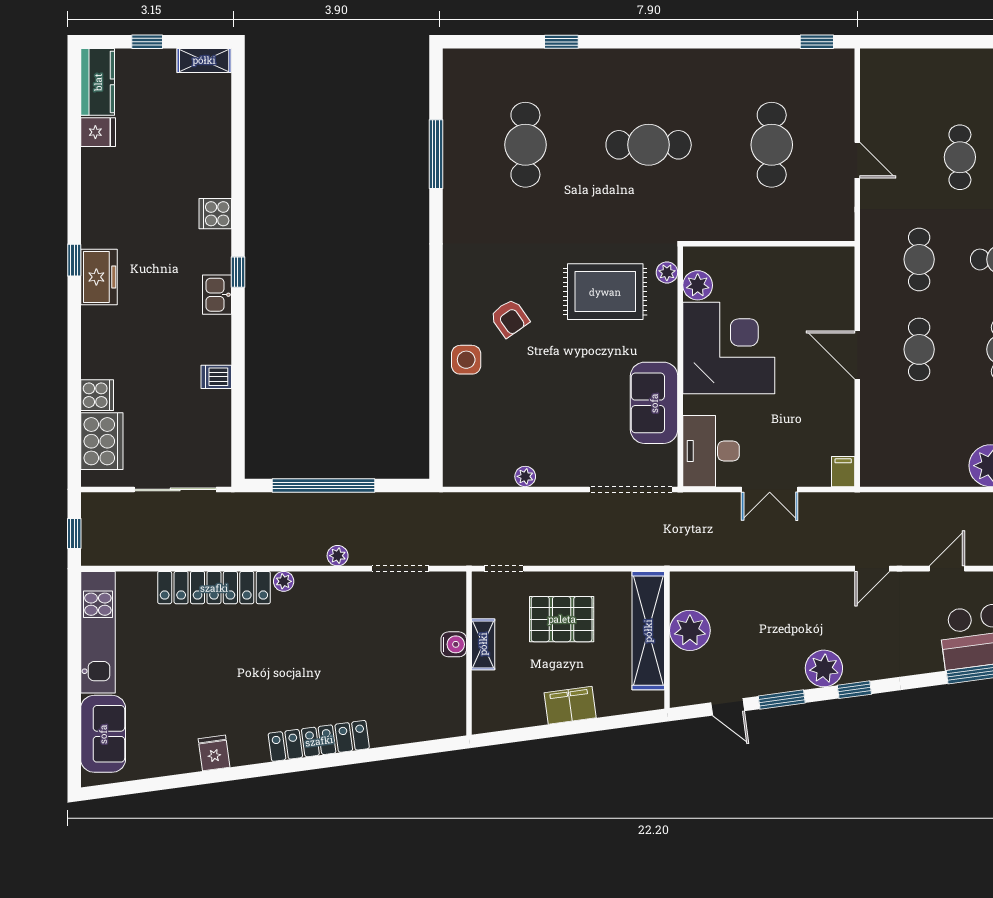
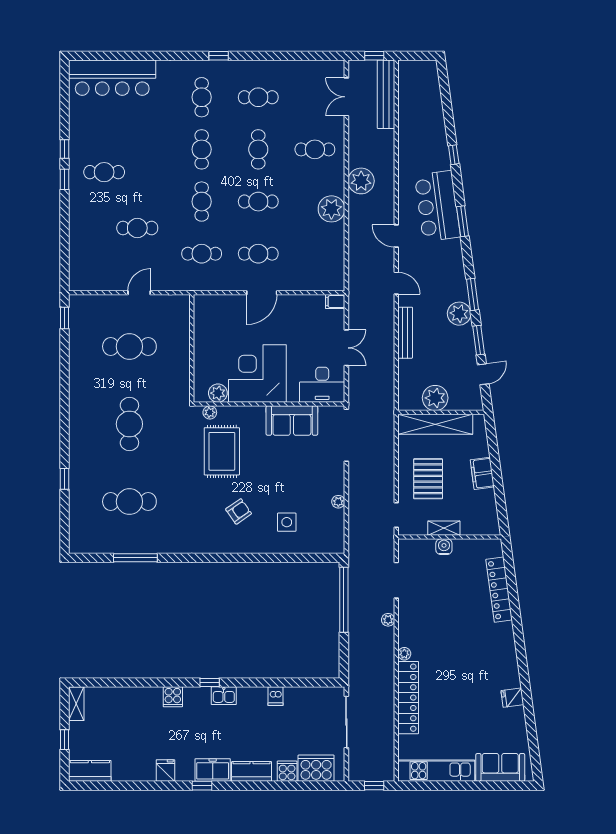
fridge: (98, 132) -> (165, 771), moved
kitchen counter: (97, 339) -> (252, 771), added
side table: (466, 360) -> (287, 522), moved
window: (323, 485) -> (344, 600), moved
bench: (794, 583) -> (405, 333), added
window: (854, 690) -> (472, 294), width x1.50
locker: (319, 741) -> (499, 590), moved

